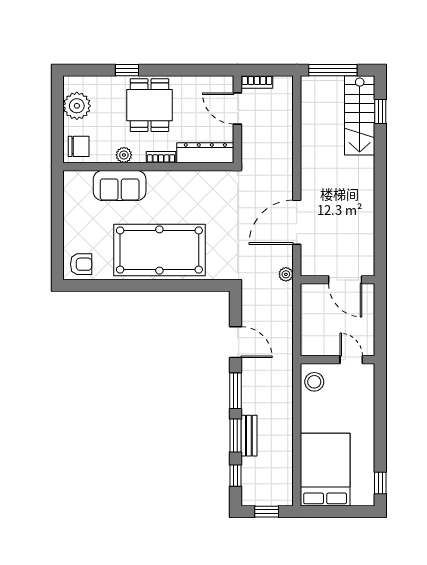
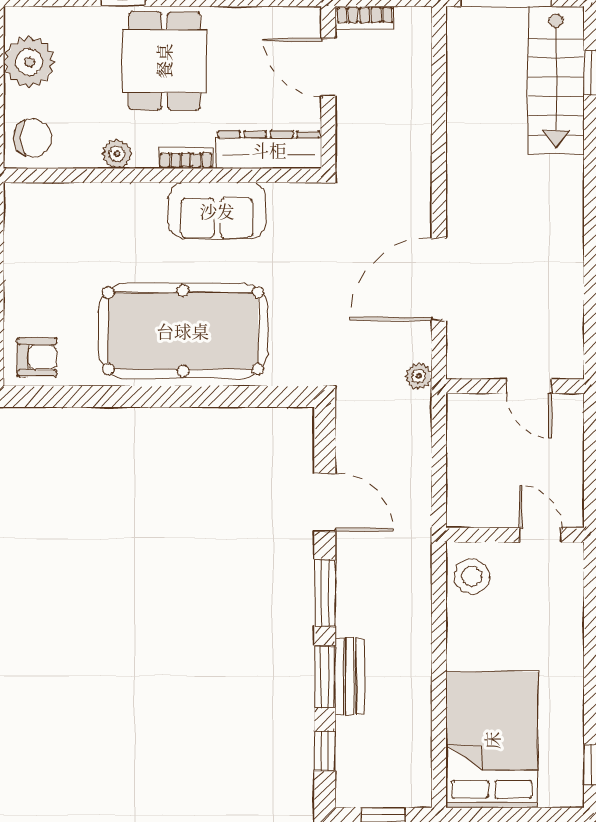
sofa: (120, 185) -> (217, 211), moved
door: (345, 280) -> (529, 386), width x0.73

